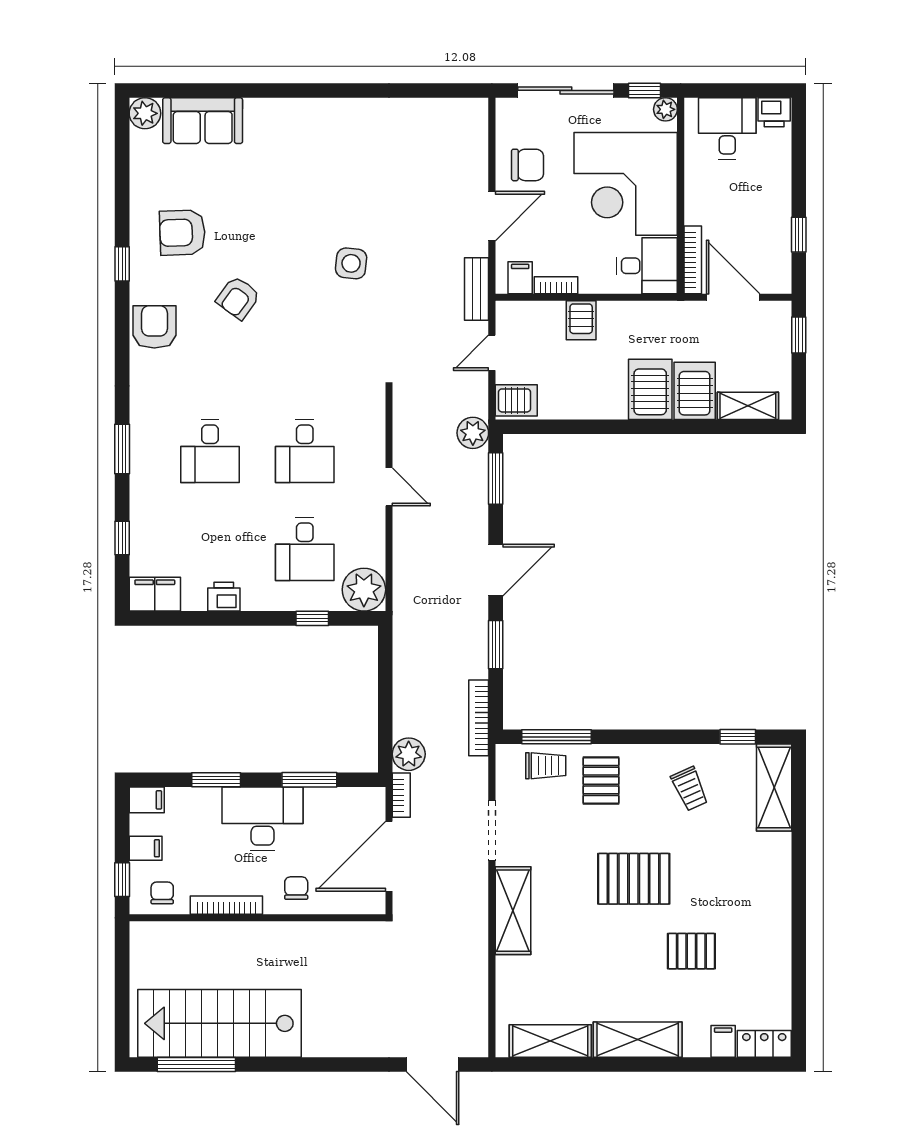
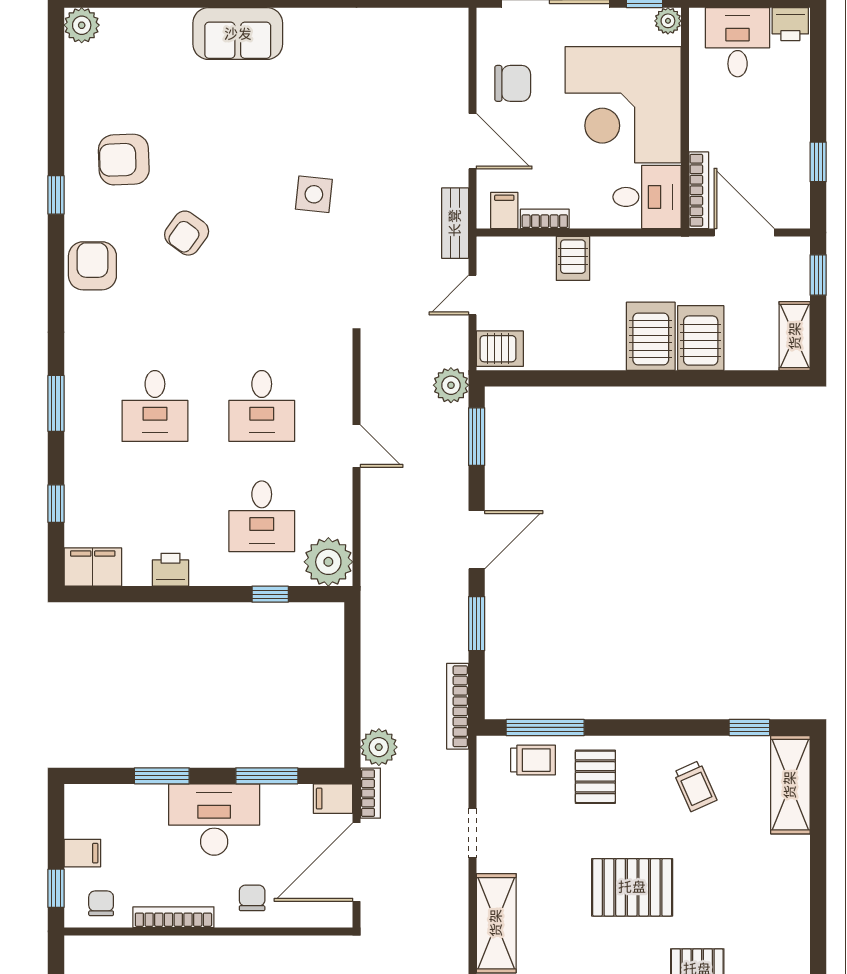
sofa: (203, 121) -> (238, 34), moved
door: (492, 216) -> (472, 141), hinge flipped
shelving: (748, 406) -> (795, 336), moved, turned 90
filing cabinet: (147, 800) -> (333, 799), moved, turned 180
doorway: (492, 830) -> (472, 833), width x0.73

